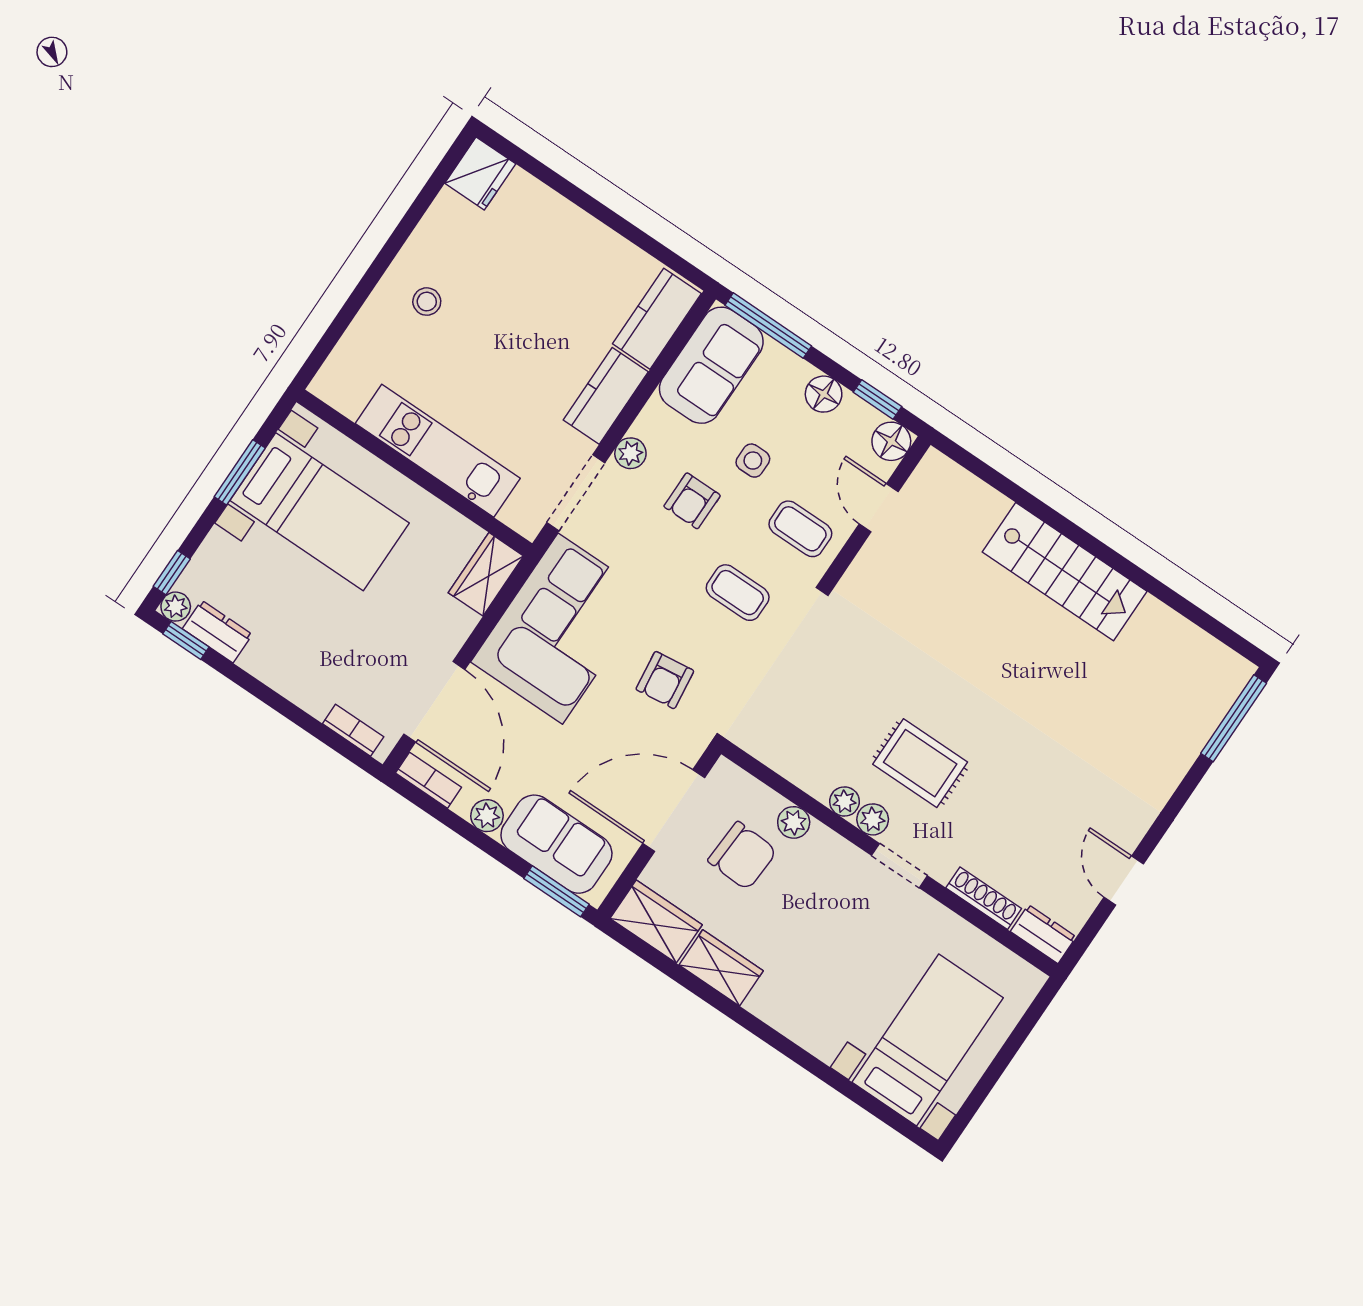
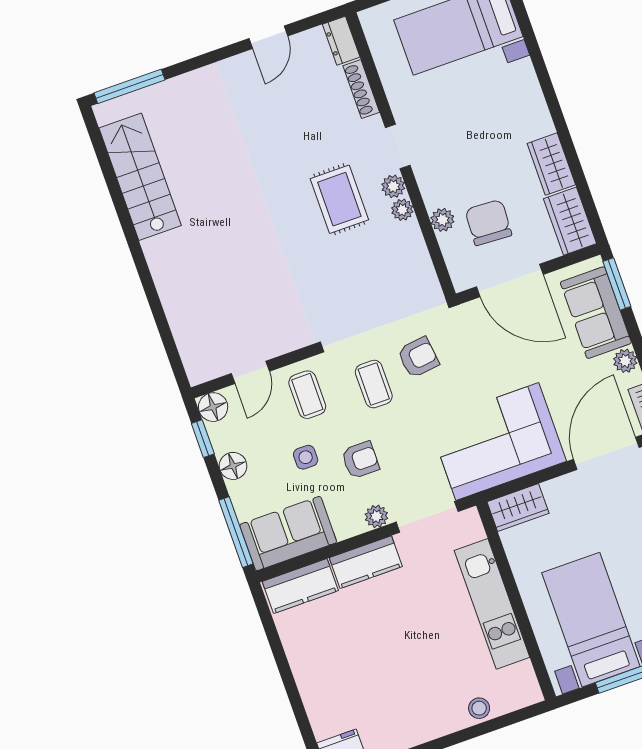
stool: (427, 302) -> (479, 708), moved
stairs: (1065, 572) -> (140, 177), moved
armchair: (665, 680) -> (418, 357), moved

